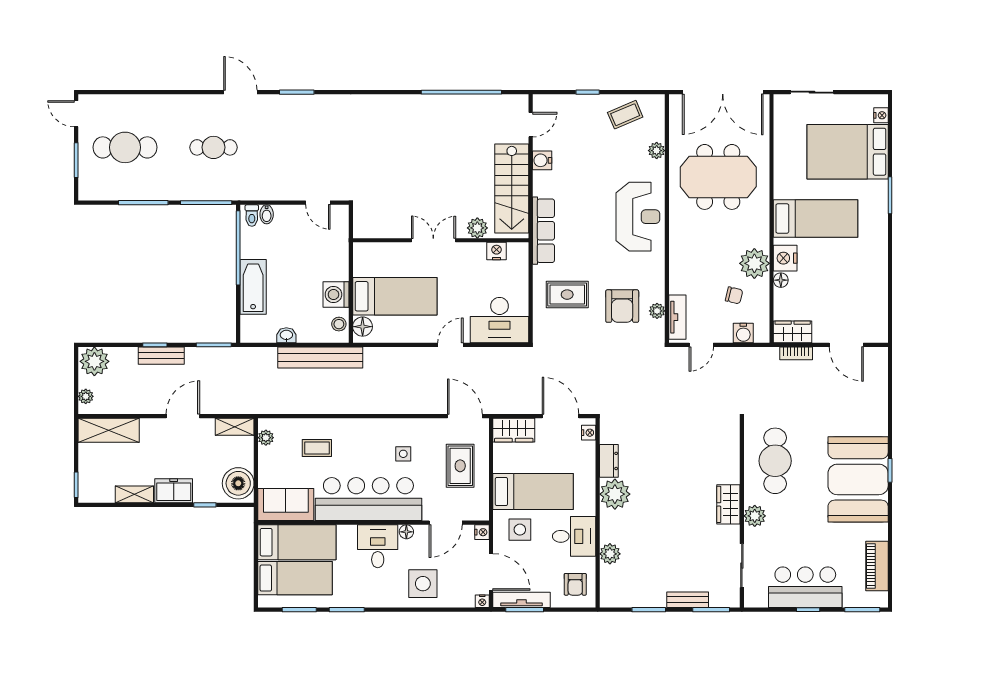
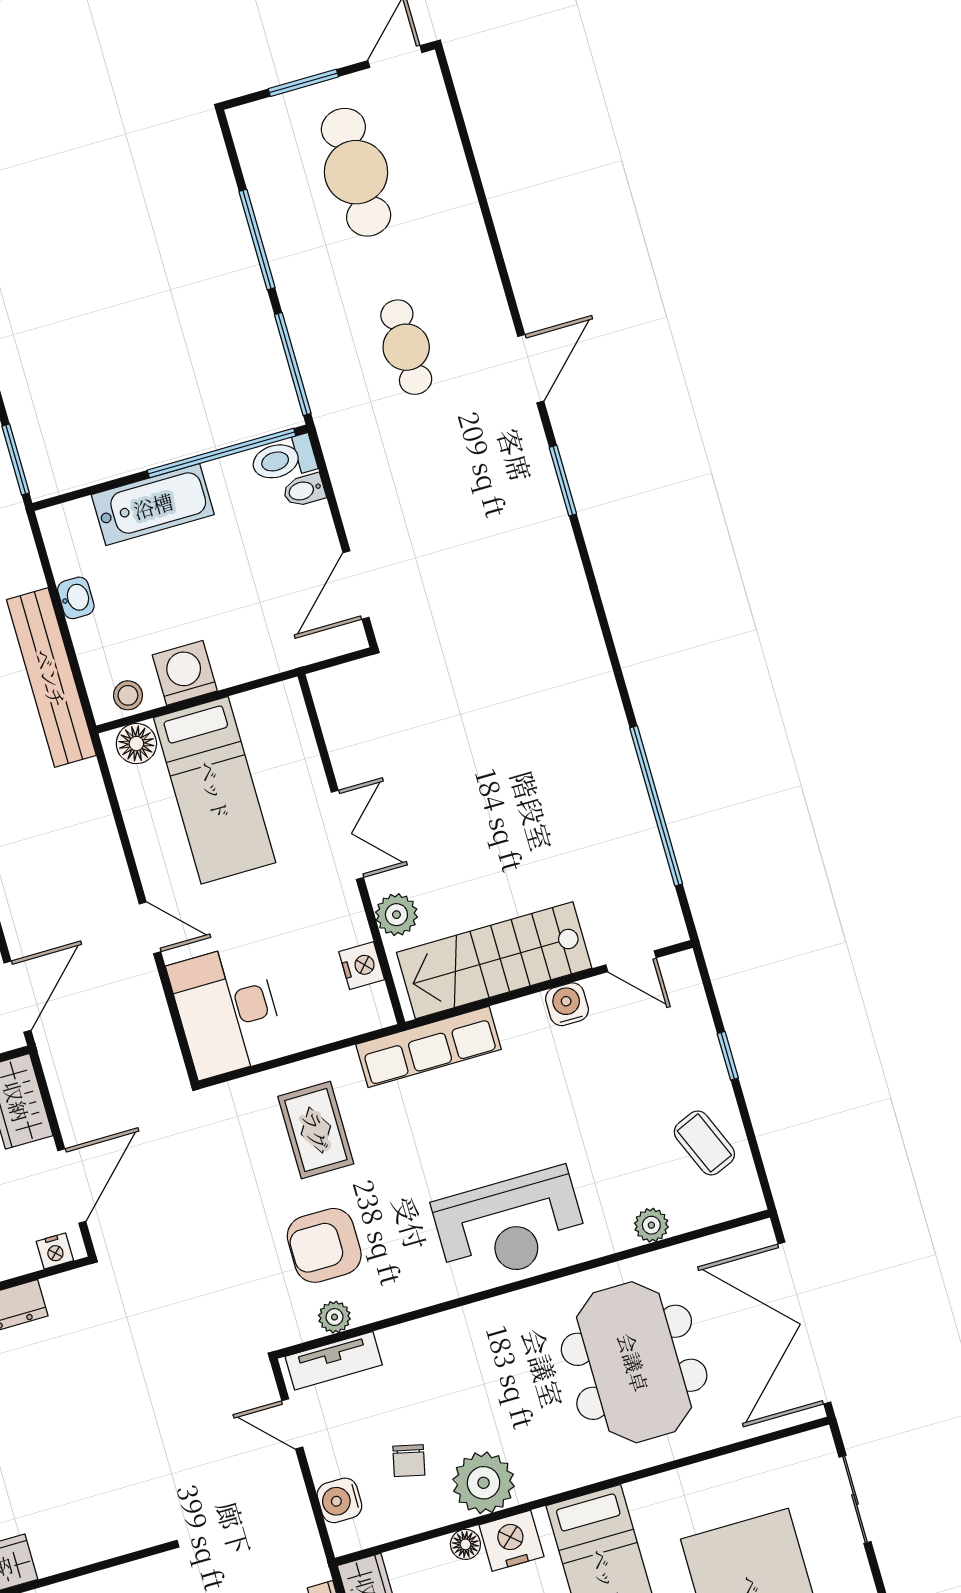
door: (318, 203) -> (356, 585), width x1.38
toilet: (252, 216) -> (283, 459), width x1.37, depth x1.39

